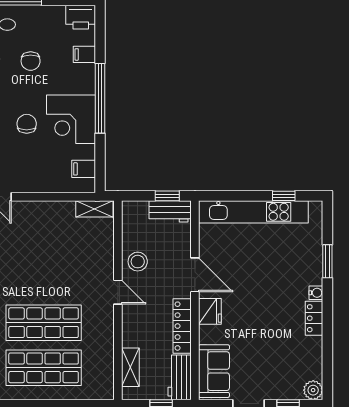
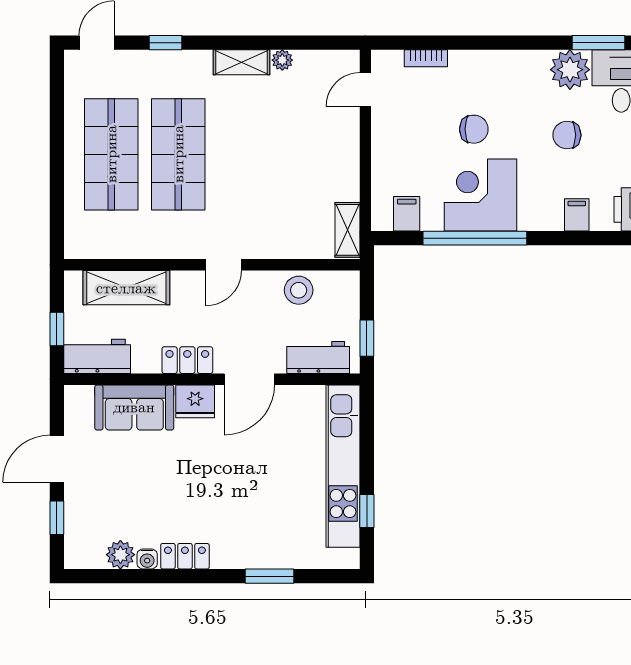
window: (100, 98) -> (475, 238), moved
workbench: (170, 211) -> (318, 357), moved, turned 90
stool: (138, 262) -> (299, 290), moved
water cooler: (316, 293) -> (147, 559), moved
locker: (182, 326) -> (187, 360), width x0.66
shelving: (130, 367) -> (126, 288), width x1.50, depth x1.33
sofa: (214, 371) -> (134, 407), moved
plant: (313, 390) -> (120, 555), moved

